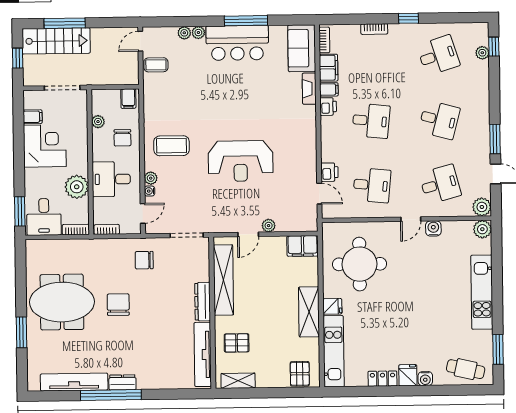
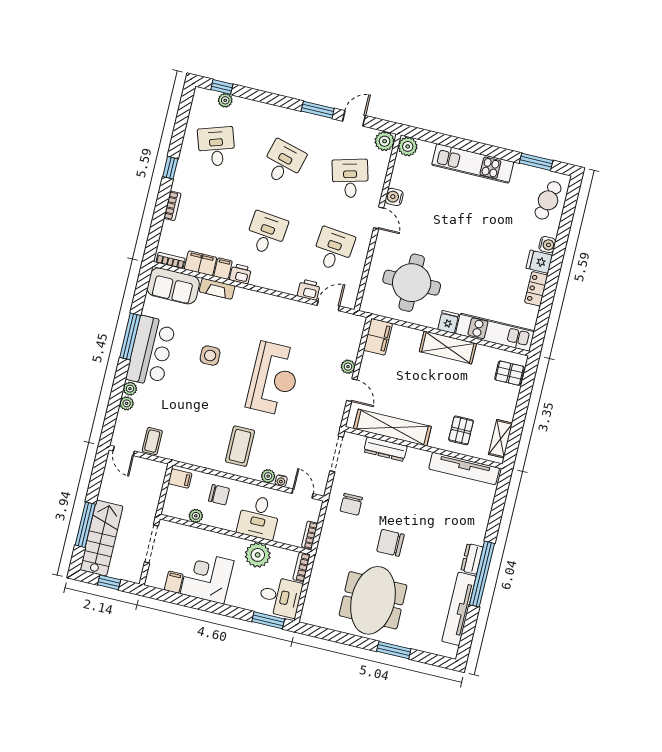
side table: (247, 98) -> (210, 356), added
dresser: (203, 302) -> (385, 449), moved

